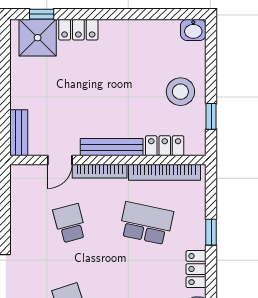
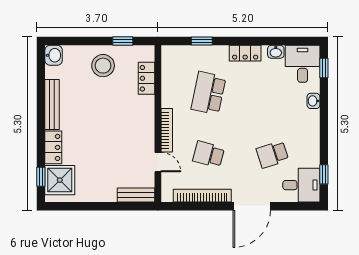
bench: (112, 147) -> (52, 104), moved
bookcase: (165, 172) -> (202, 196), moved, turned -90
school desk: (70, 223) -> (208, 154), turned 30
window: (211, 232) -> (202, 41), moved

